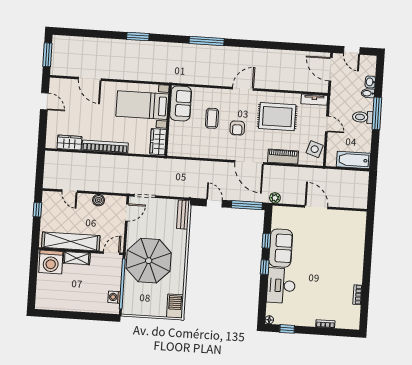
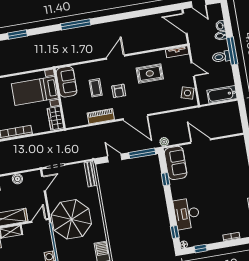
rug: (277, 117) -> (150, 73), width x0.73, depth x0.70
piano: (283, 157) -> (101, 116), moved
sofa: (281, 248) -> (176, 163), moved
window: (265, 267) -> (175, 232), moved

